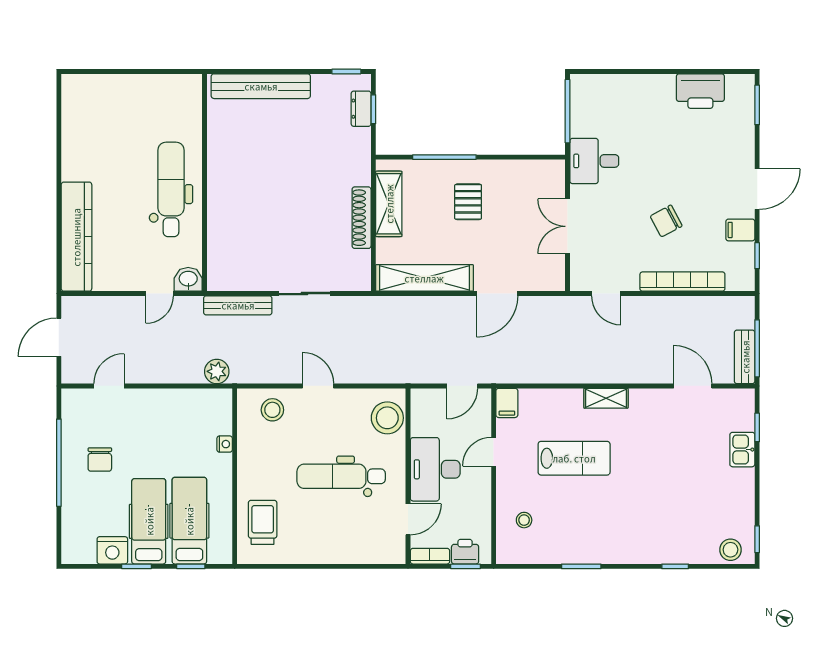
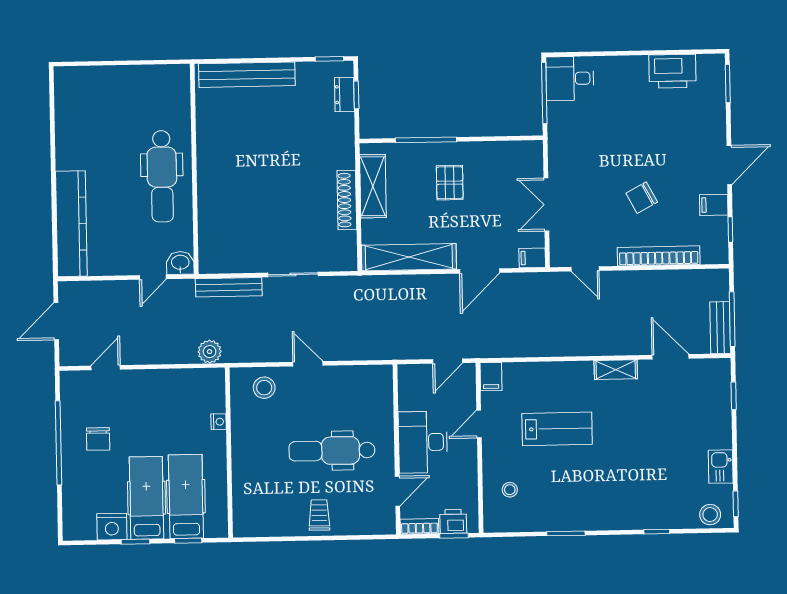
desk: (594, 161) -> (570, 78), moved
dental chair: (171, 189) -> (162, 176), turned 180
filing cabinet: (552, 281) -> (532, 258), added
shelving: (606, 398) -> (616, 370), moved
stool: (387, 418) -> (376, 393), removed
kitchen sink: (742, 450) -> (721, 467), moved
trolley: (263, 522) -> (319, 515), moved, width x0.73, depth x0.72

